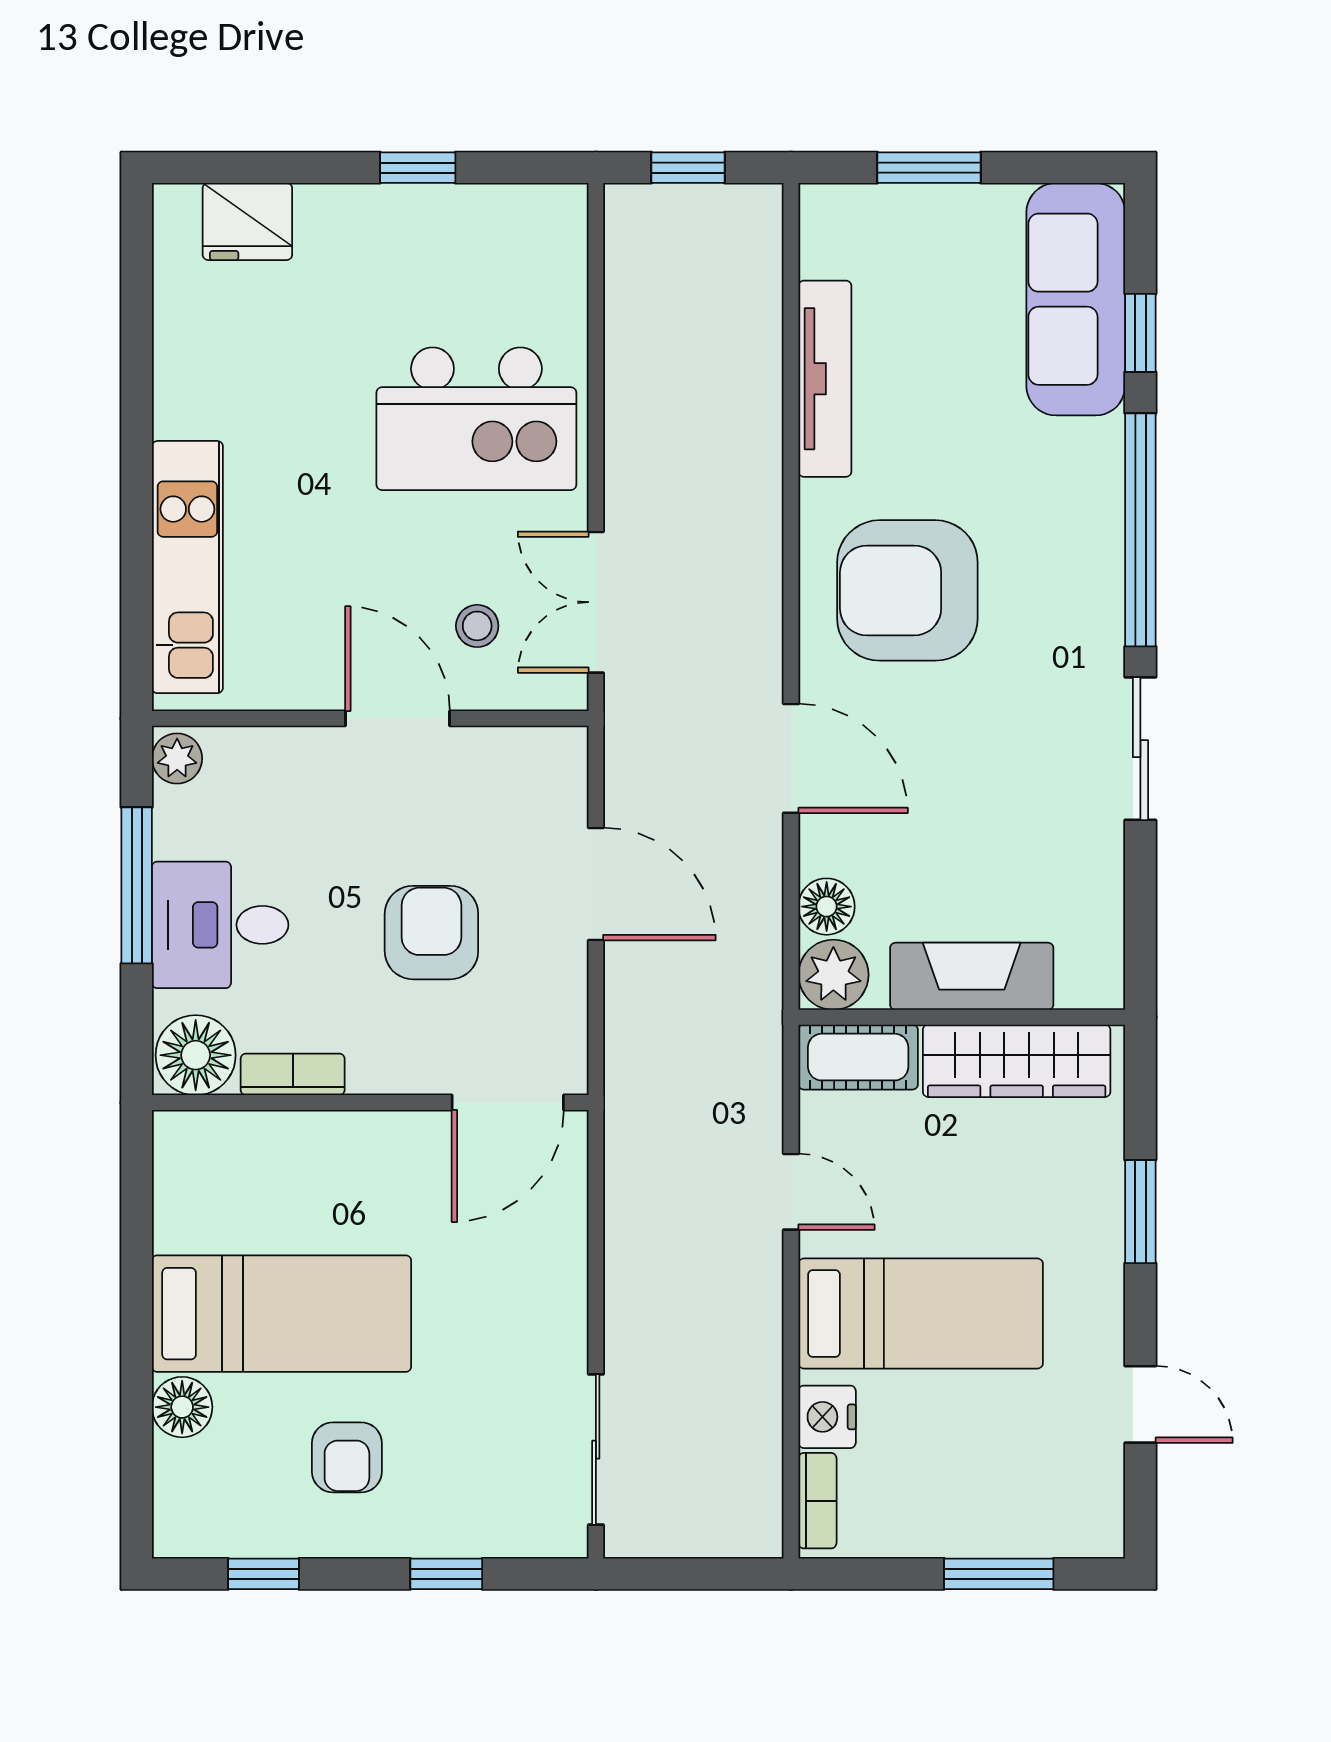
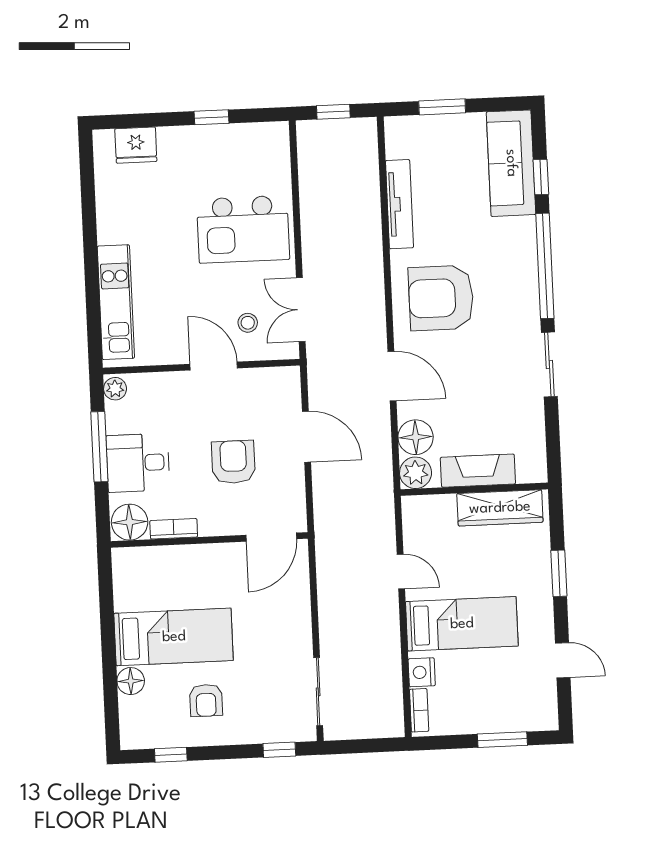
floor lamp: (827, 907) -> (416, 437), width x1.38, depth x1.38
cot: (858, 1057) -> (428, 509), removed
window: (446, 1574) -> (279, 750), moved

